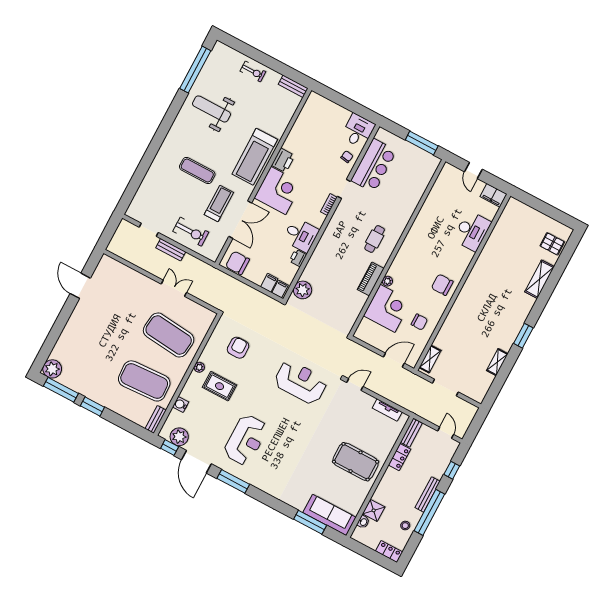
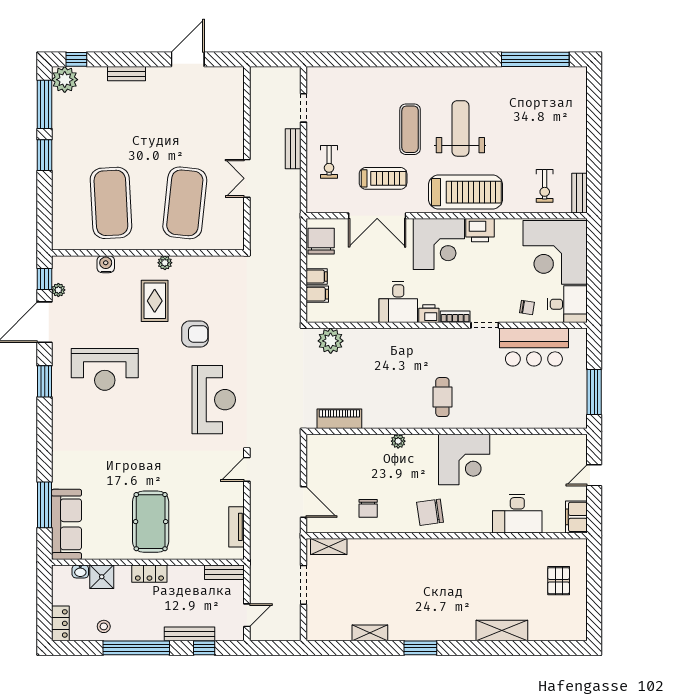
exercise bike: (253, 71) -> (545, 186), moved
weight bench: (211, 109) -> (460, 128), moved
corner desk: (322, 121) -> (555, 252), added
treadmill: (255, 157) -> (466, 192), turned 180
exercise bike: (191, 232) -> (329, 162), width x0.73, depth x0.72
cafe table: (375, 239) -> (442, 397), turned 90
pallet: (552, 244) -> (559, 581), moved
printer: (298, 258) -> (429, 314), moved
piano: (371, 279) -> (339, 419), moved
chair: (442, 285) -> (430, 512), turned -98
double door: (174, 288) -> (247, 178), swing flipped
filing cabinet: (280, 289) -> (317, 277), moved
corner desk: (388, 308) -> (464, 460), moved
armchair: (238, 348) -> (195, 334), moved
window: (43, 355) -> (76, 59), added
door: (355, 385) -> (247, 469), swing flipped
bench: (156, 419) -> (127, 74), moved
plant: (179, 437) -> (58, 290), width x0.53, depth x0.53
locker: (400, 457) -> (149, 574), moved
window: (233, 481) -> (45, 381), width x0.69
bench: (428, 494) -> (190, 634), moved

